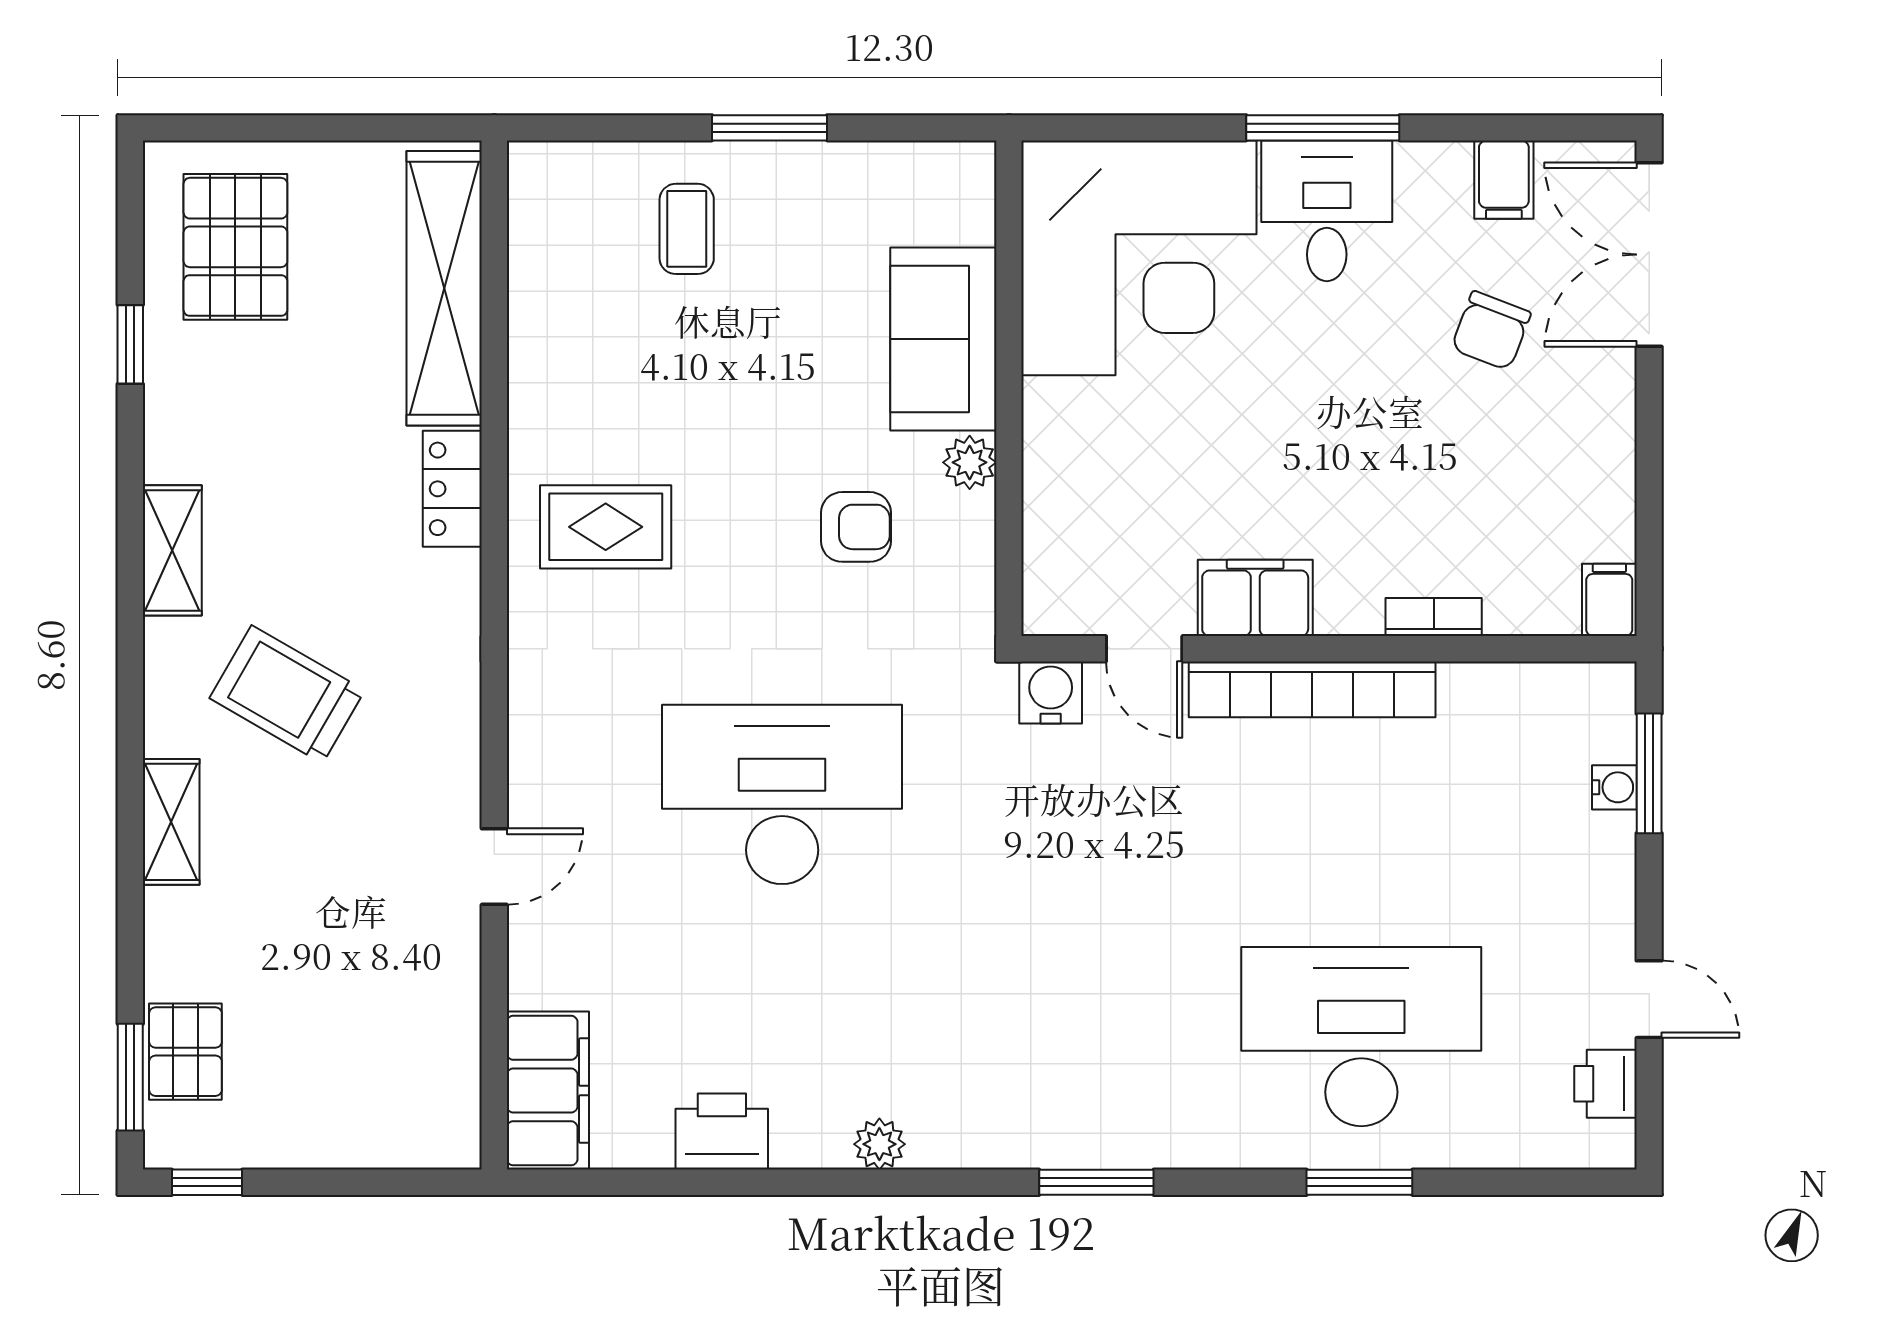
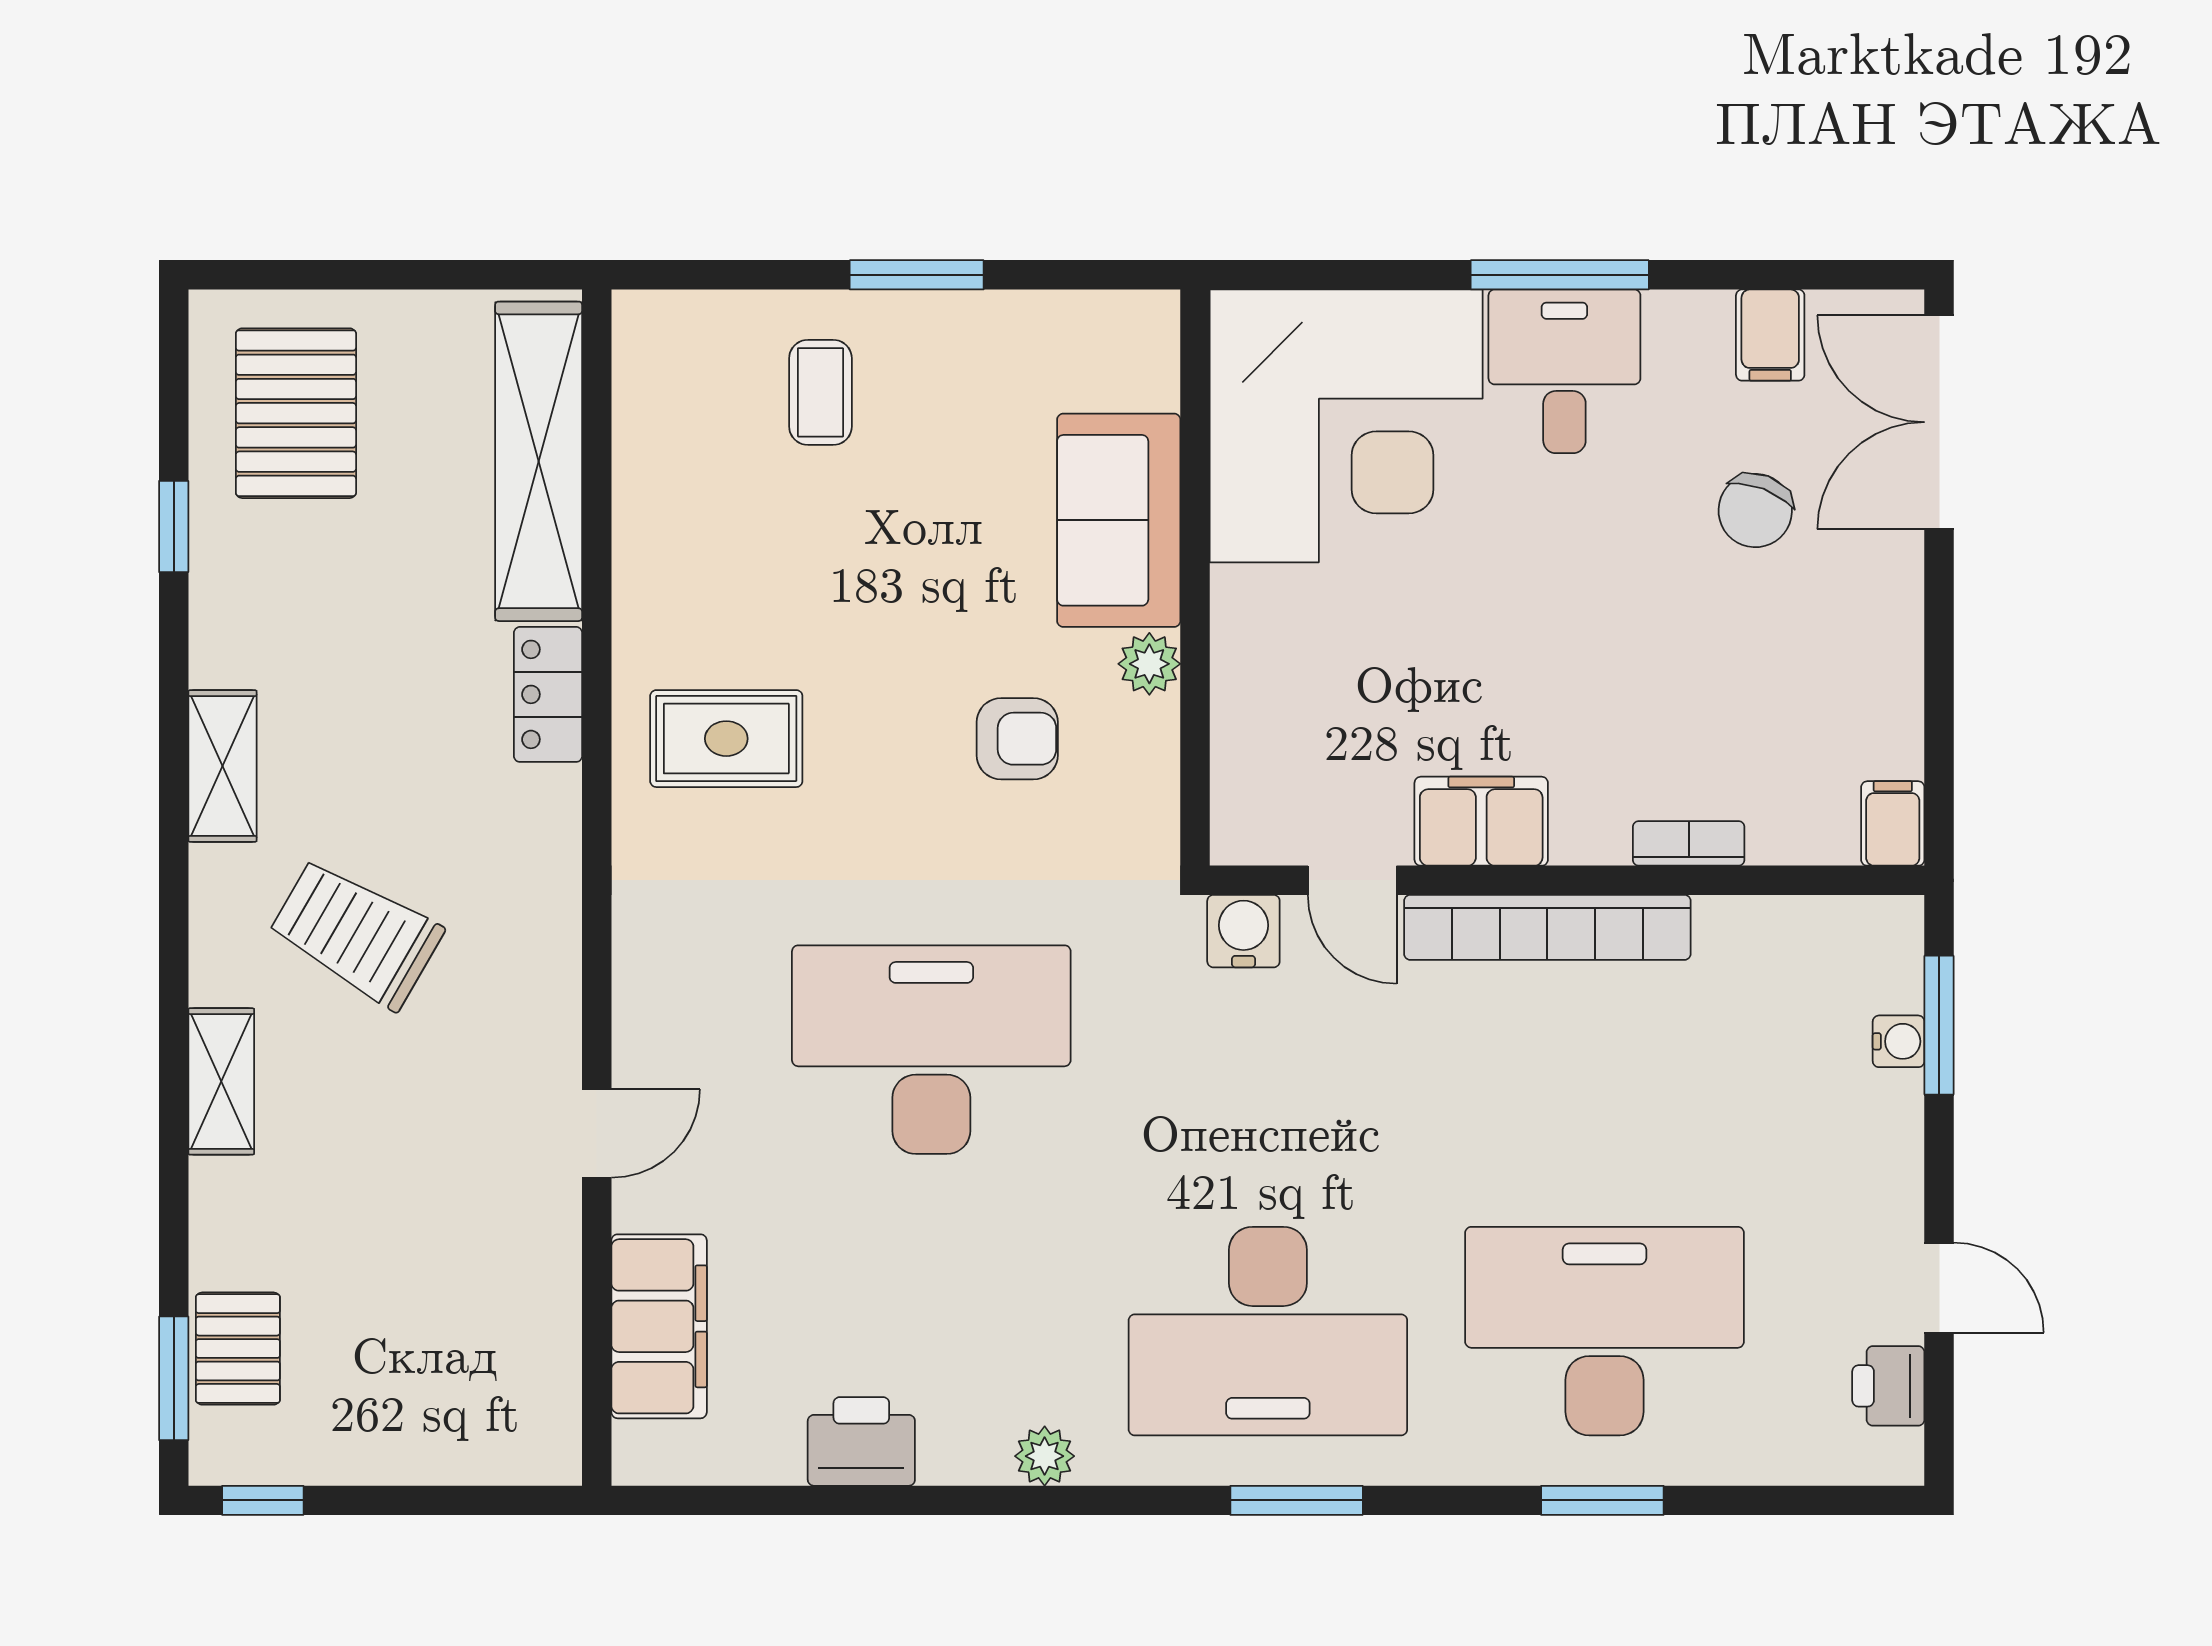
desk: (1072, 1037) -> (1268, 1331), added
filing cabinet: (548, 1091) -> (659, 1326), moved

